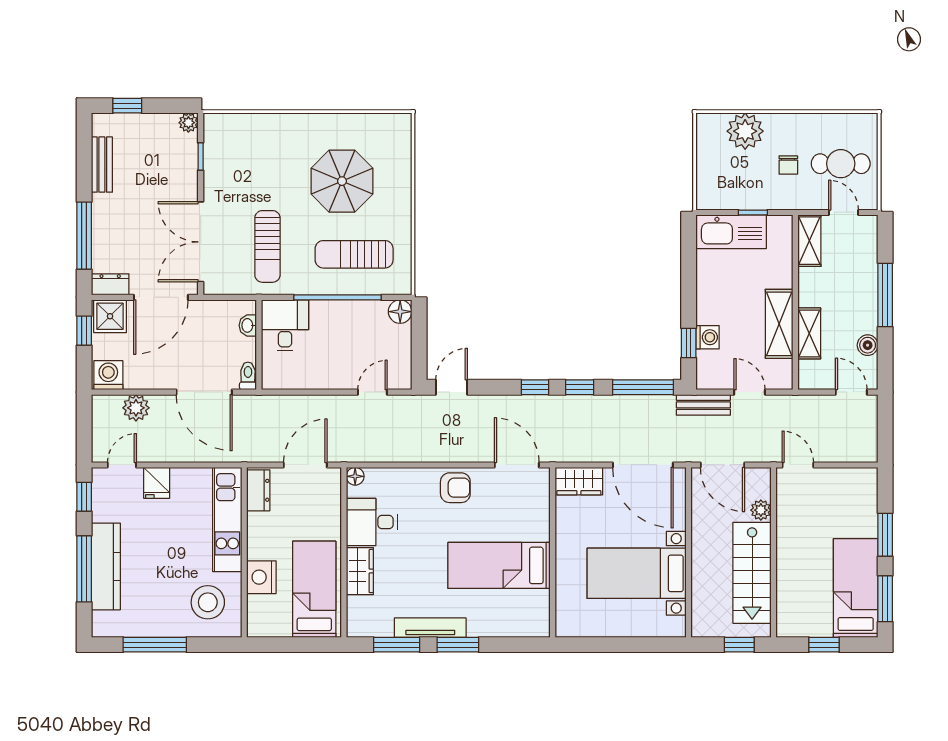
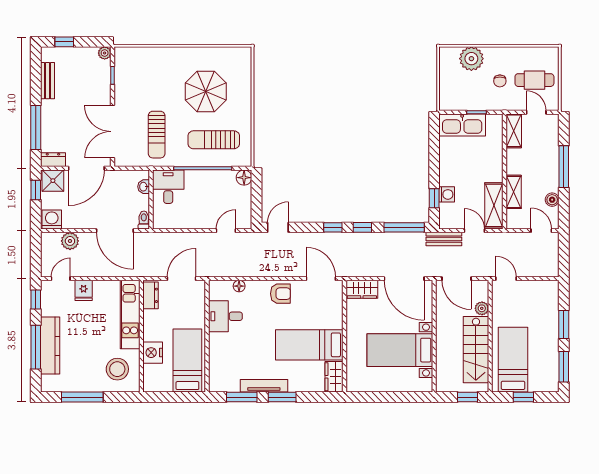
shelving: (779, 324) -> (494, 205), moved
floor lamp: (355, 476) -> (239, 286), moved
wardrobe: (360, 571) -> (334, 377), moved, turned 180
bed: (856, 588) -> (513, 360), moved

